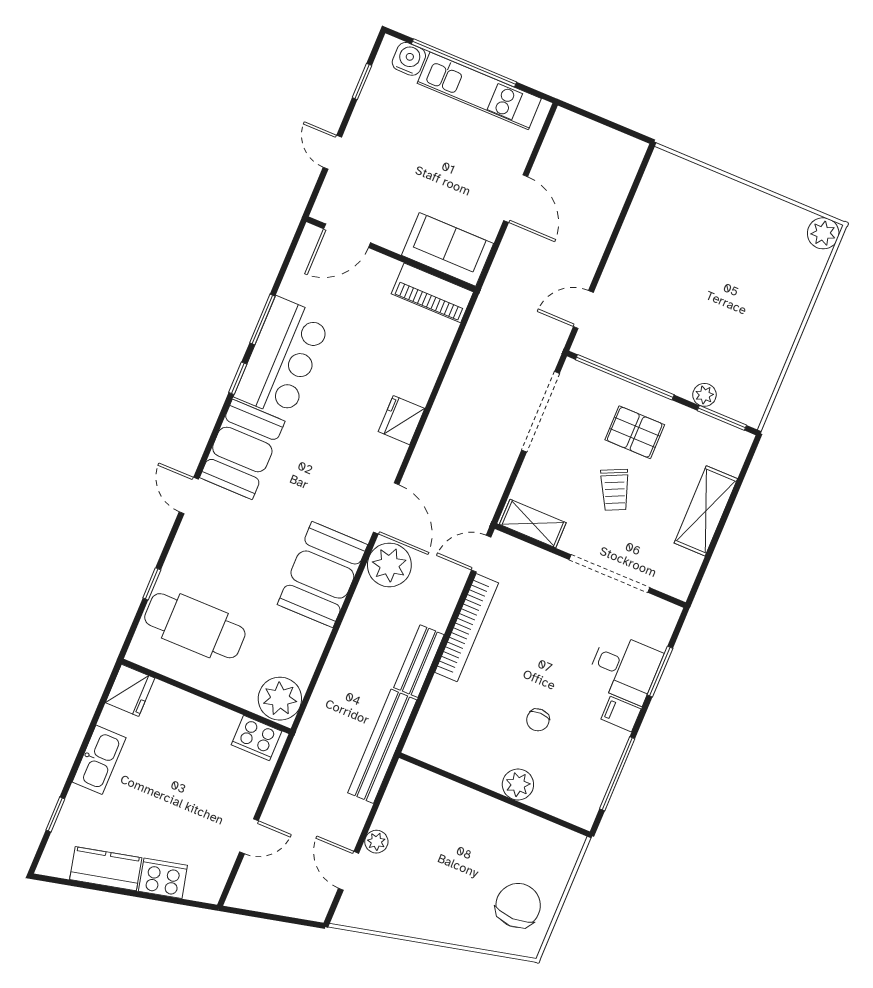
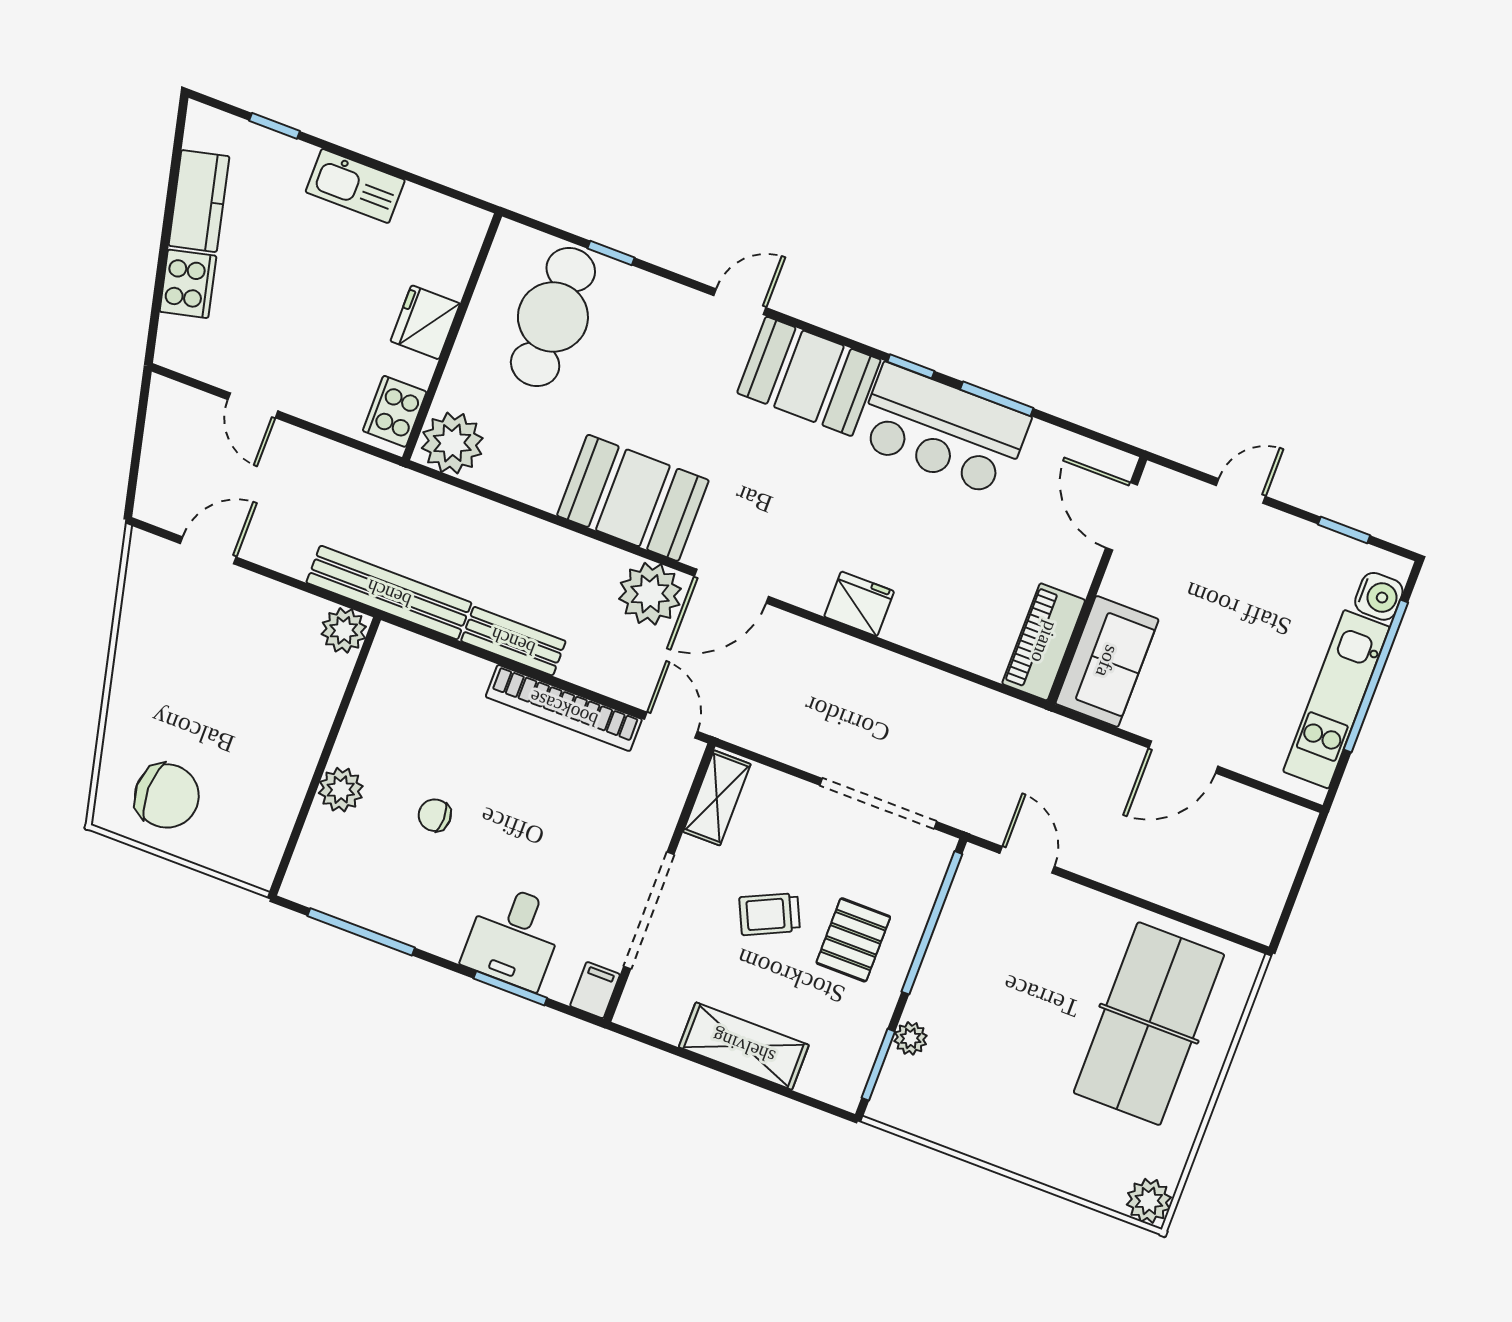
table tennis table: (700, 229) -> (1149, 1024), added
fridge: (130, 690) -> (425, 322), moved, turned 90
filing cabinet: (621, 714) -> (595, 990), moved
plant: (376, 842) -> (344, 630), moved, width x1.38, depth x1.38

